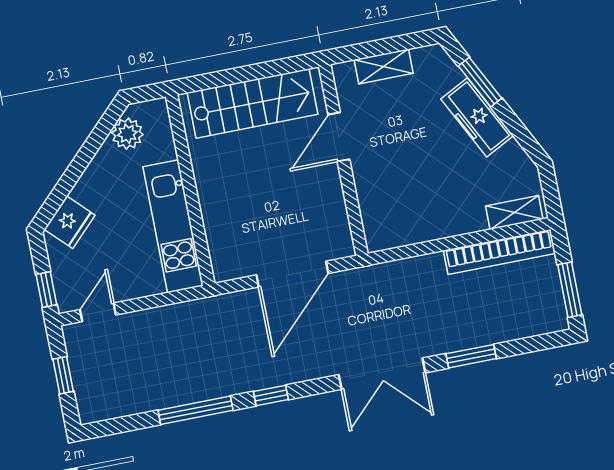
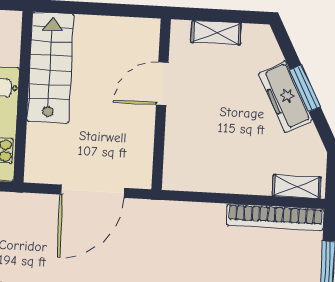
window: (480, 82) -> (305, 88), moved
stairs: (253, 103) -> (50, 68), moved, turned -90

